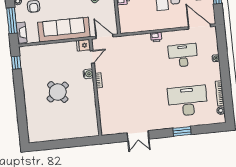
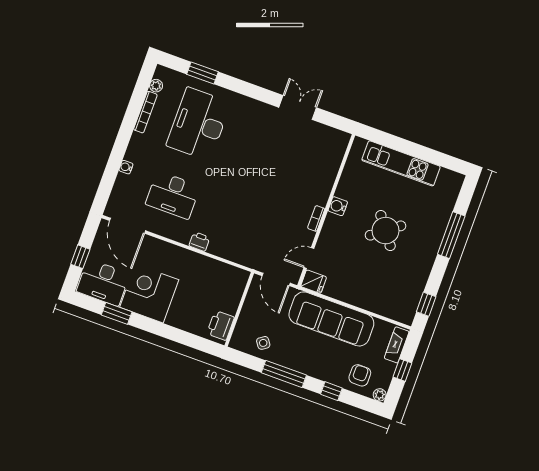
window: (12, 21) -> (402, 370), width x0.46
water cooler: (88, 74) -> (338, 206), moved
desk: (188, 101) -> (199, 124), turned 90
window: (21, 107) -> (451, 235), added
window: (182, 131) -> (202, 73), moved
kitchen unit: (67, 133) -> (401, 163), added

